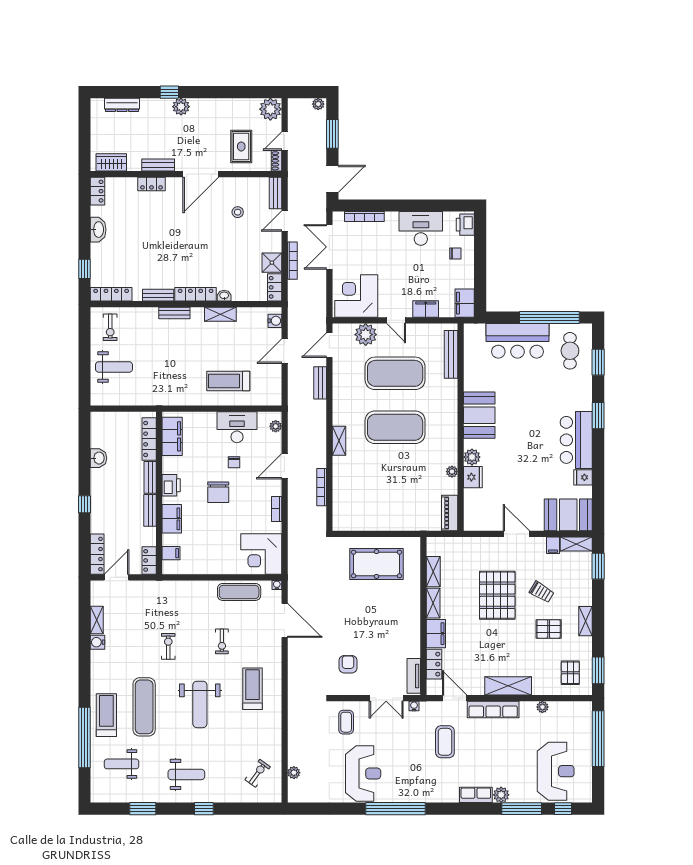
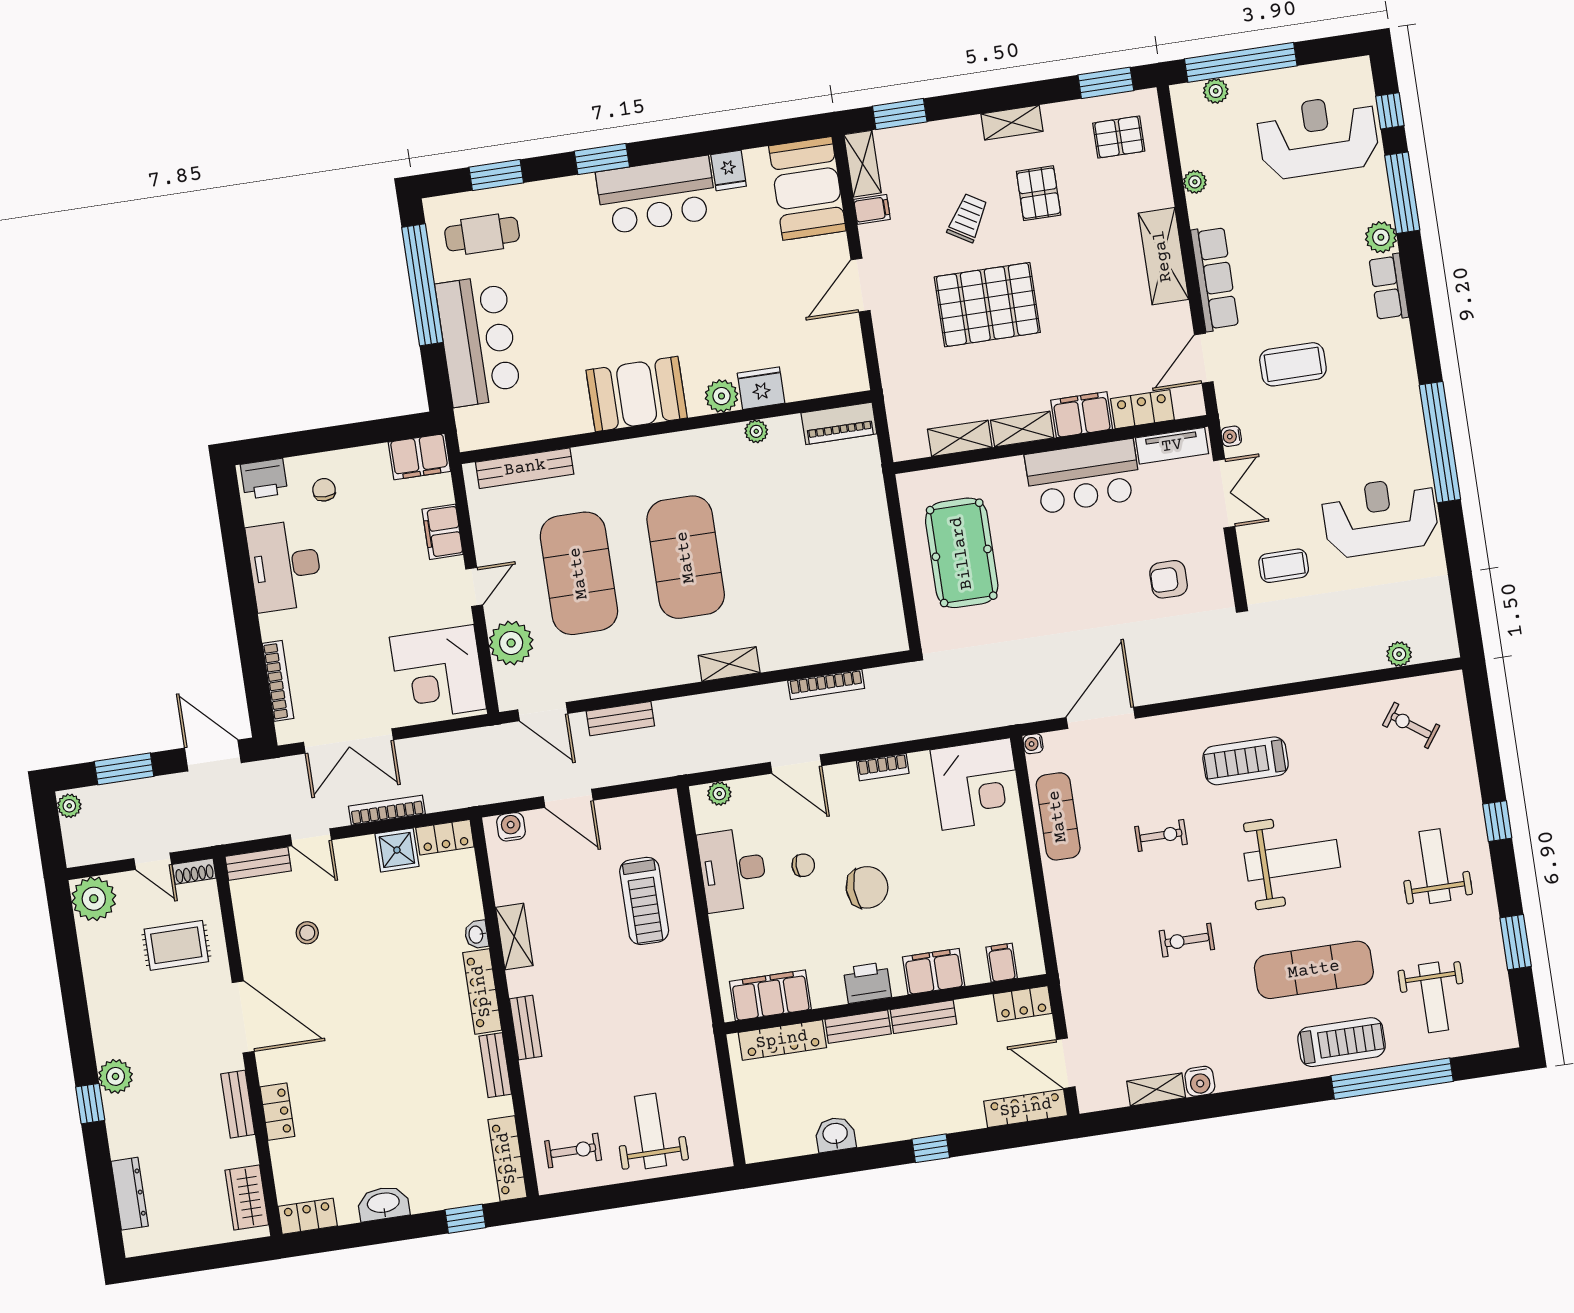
bar counter: (405, 630) -> (1083, 477), added
treadmill: (106, 715) -> (1342, 1042), turned 180
plant: (586, 724) -> (1216, 91), added

